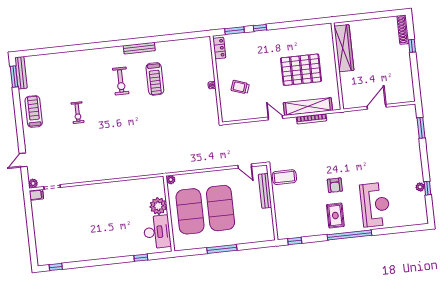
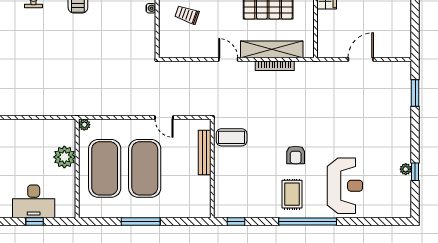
door: (245, 166) -> (164, 118), moved
desk: (157, 232) -> (34, 201), moved, turned 90

